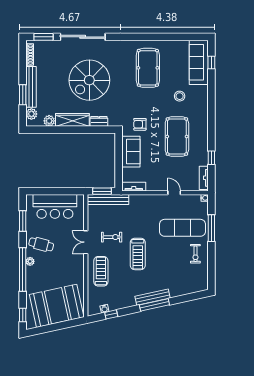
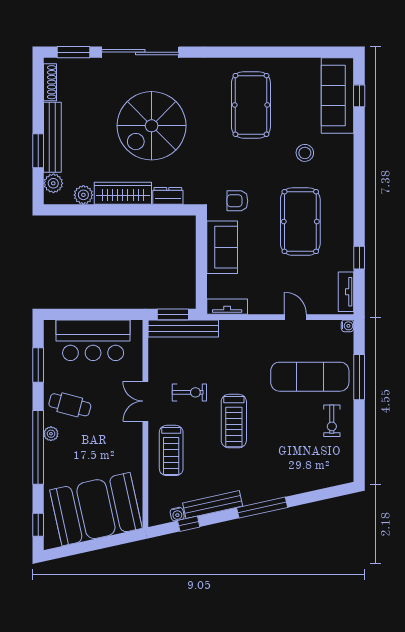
treadmill: (101, 271) -> (171, 450), turned 180
bench: (152, 297) -> (213, 505), moved

